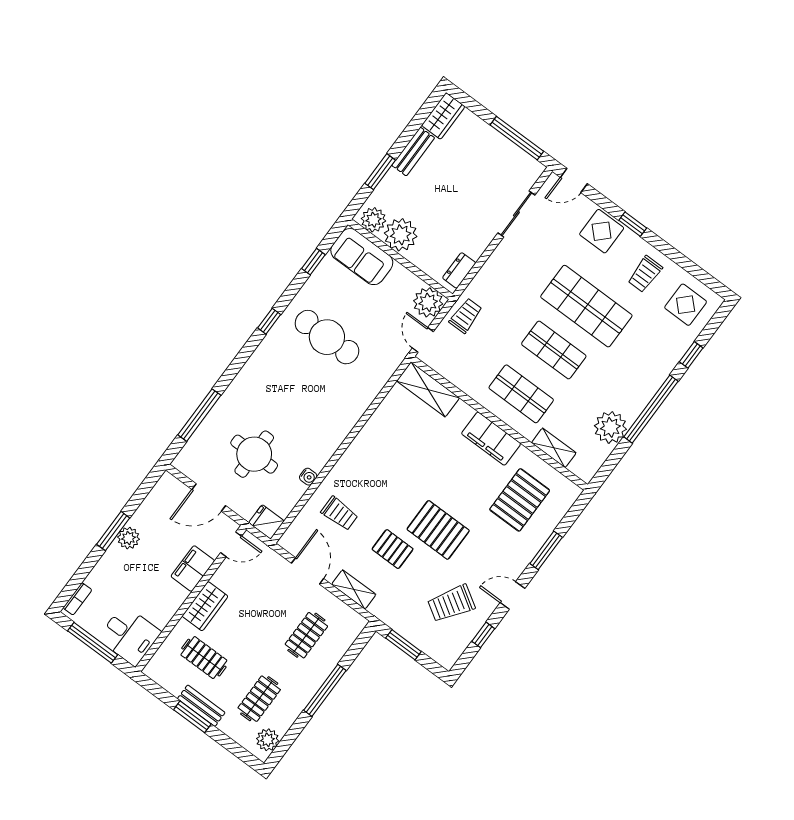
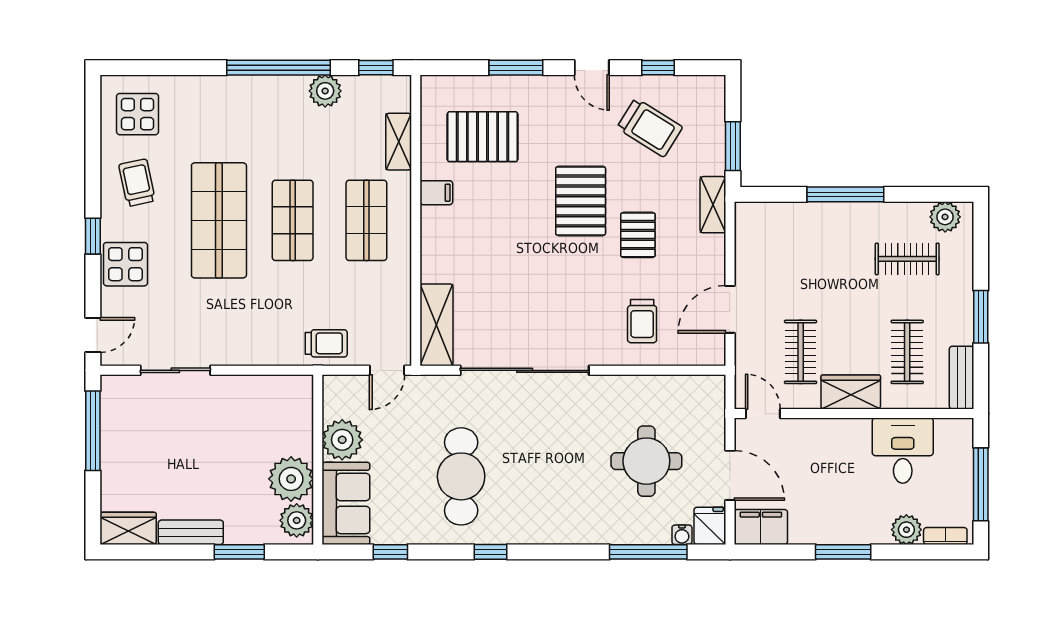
door: (574, 180) -> (93, 335), hinge flipped
dresser: (459, 270) -> (283, 387), removed
trolley: (645, 274) -> (137, 183), turned -102
plant: (428, 302) -> (342, 440), moved
trolley: (466, 316) -> (326, 343), turned 180
window: (691, 355) -> (376, 68), moved
sliding door: (362, 422) -> (525, 370), added
plant: (610, 427) -> (325, 91), width x0.73, depth x0.73
filing cabinet: (491, 439) -> (436, 193), width x0.33, depth x0.86
water cooler: (308, 477) -> (682, 535), moved, turned 180
trolley: (339, 513) -> (642, 321), turned 180
fridge: (266, 522) -> (710, 526), moved, turned 180
plant: (129, 538) -> (906, 530), moved
filing cabinet: (193, 569) -> (761, 527), moved, turned 180
shelving: (354, 589) -> (713, 205), moved
desk: (129, 635) -> (903, 451), moved
clothes rail: (306, 635) -> (801, 352), moved, turned 90
bench: (201, 706) -> (961, 378), moved

